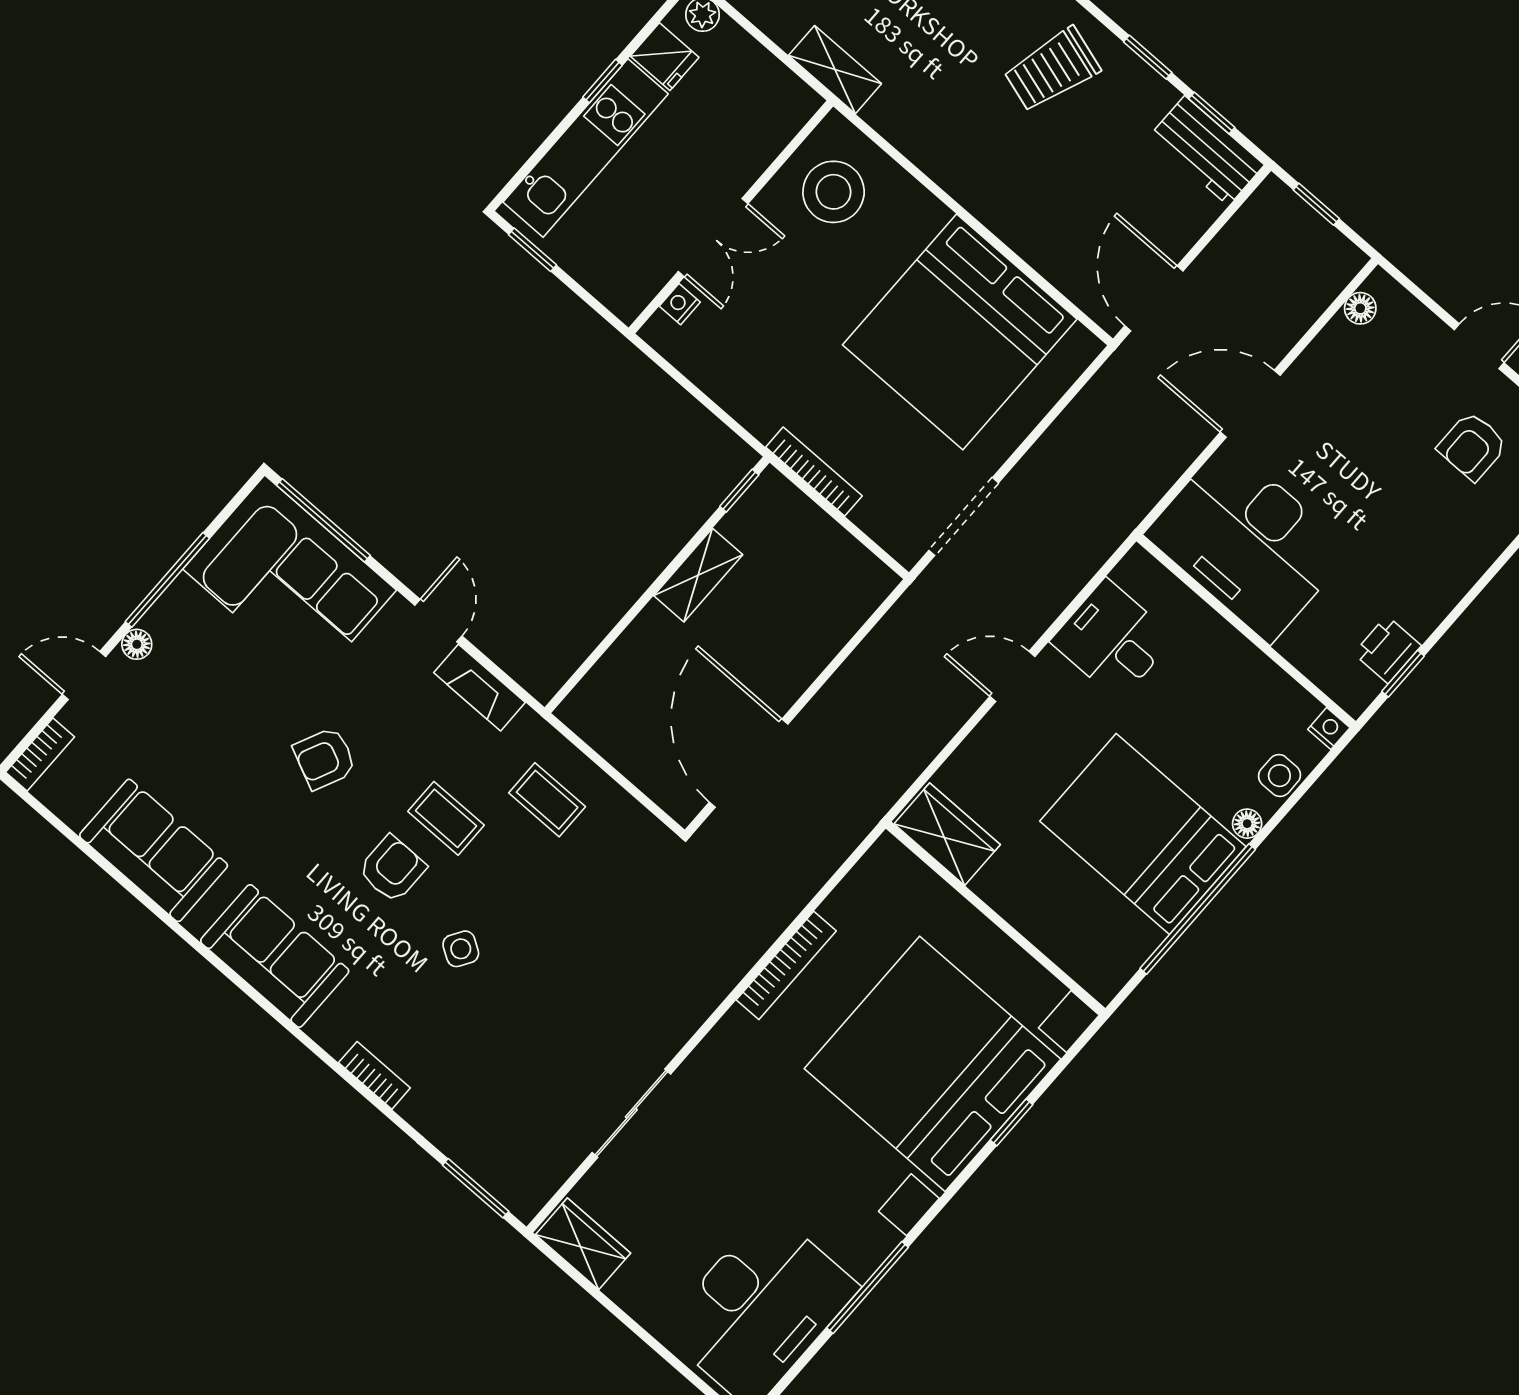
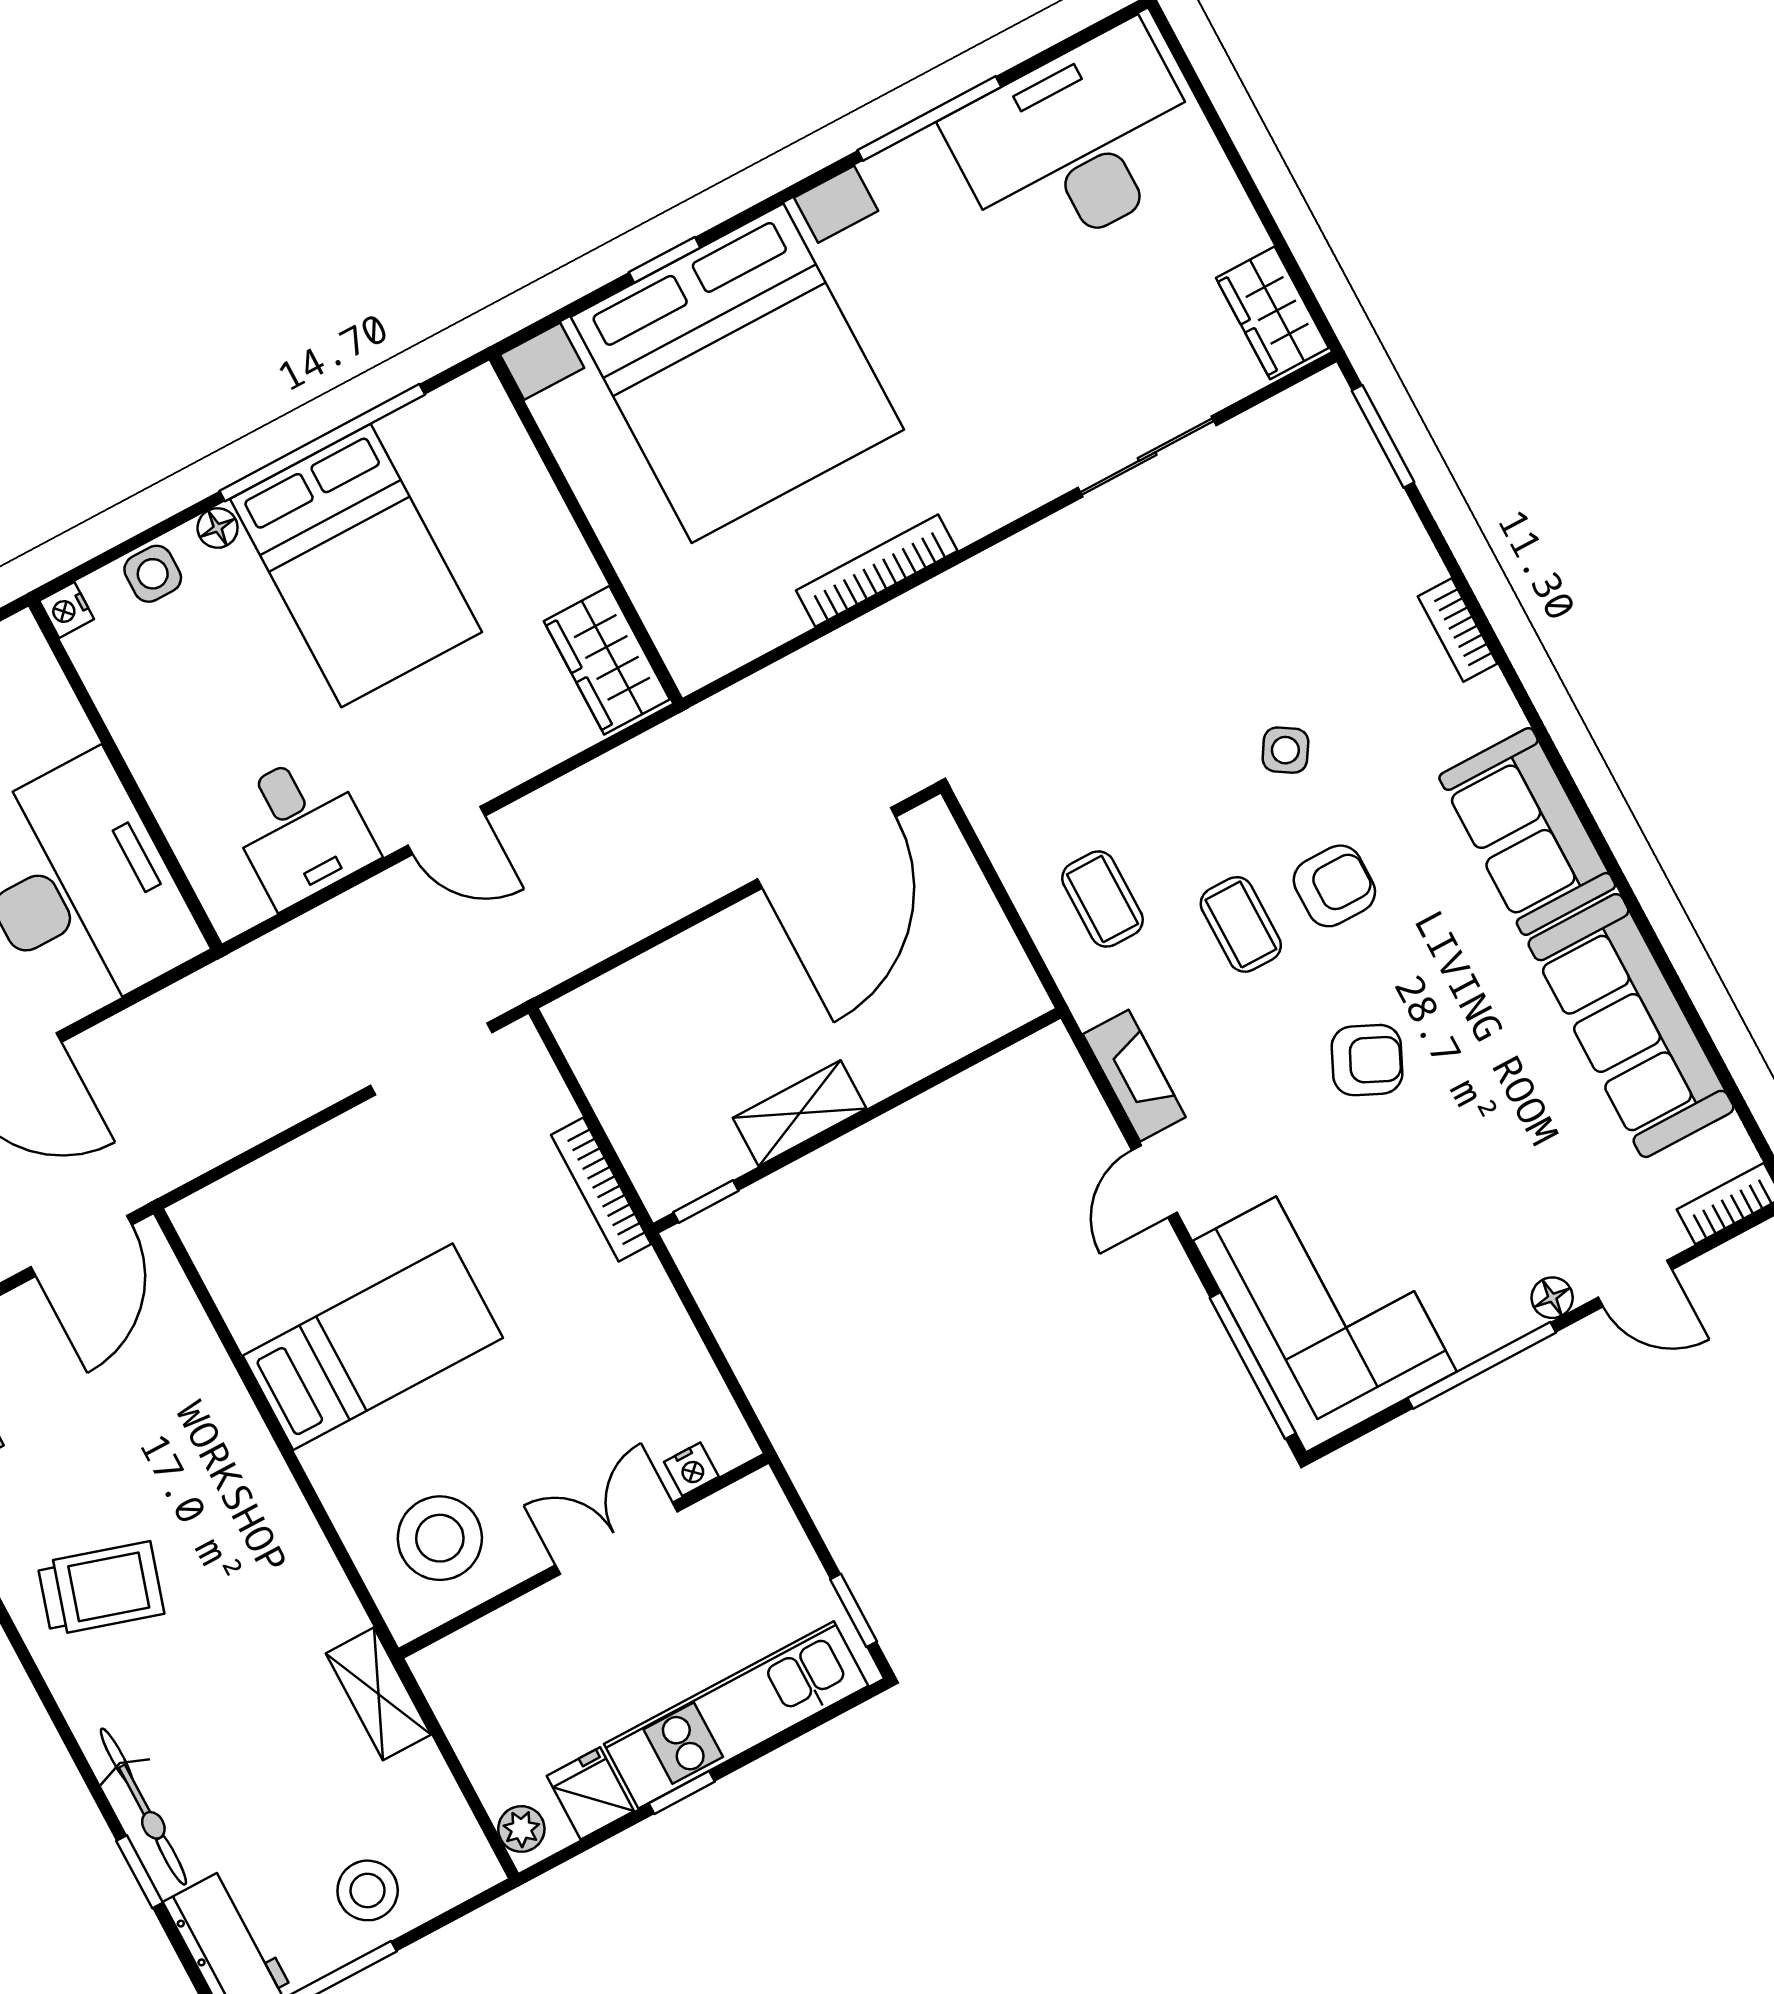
bed: (960, 332) -> (373, 1347), width x0.49
sofa: (154, 850) -> (1631, 1026), width x1.36
armchair: (392, 869) -> (1334, 886), turned 180

